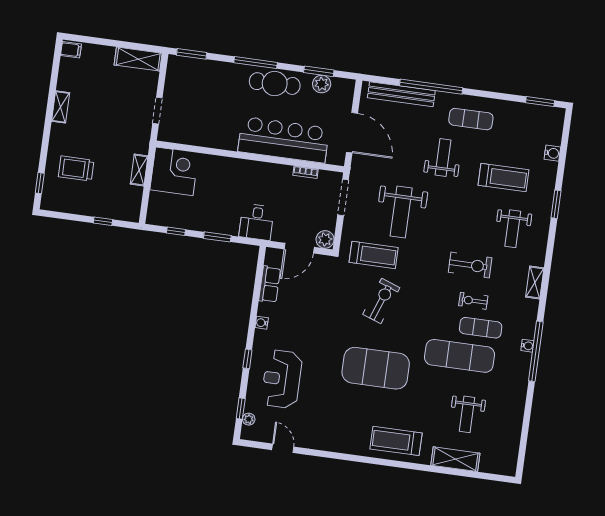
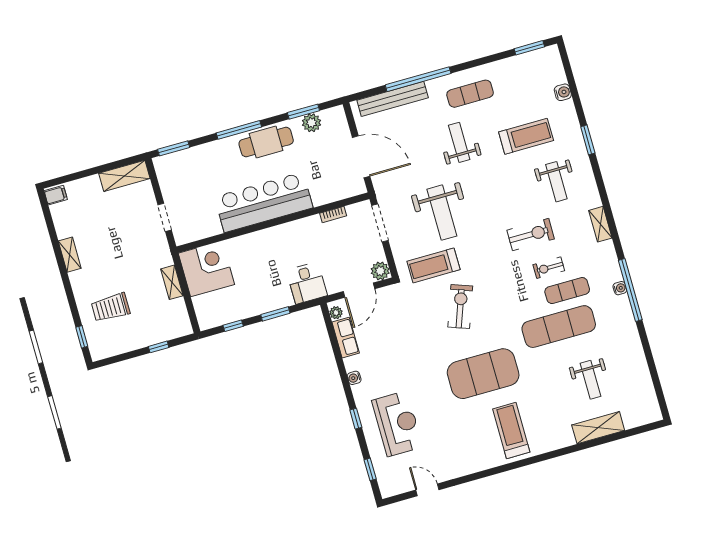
bar counter: (284, 140) -> (264, 202), moved
treadmill: (374, 255) -> (433, 265), turned 180
reception desk: (282, 379) -> (397, 424), turned 180
plant: (249, 419) -> (336, 313), moved
treadmill: (396, 441) -> (511, 430), moved, turned 90

